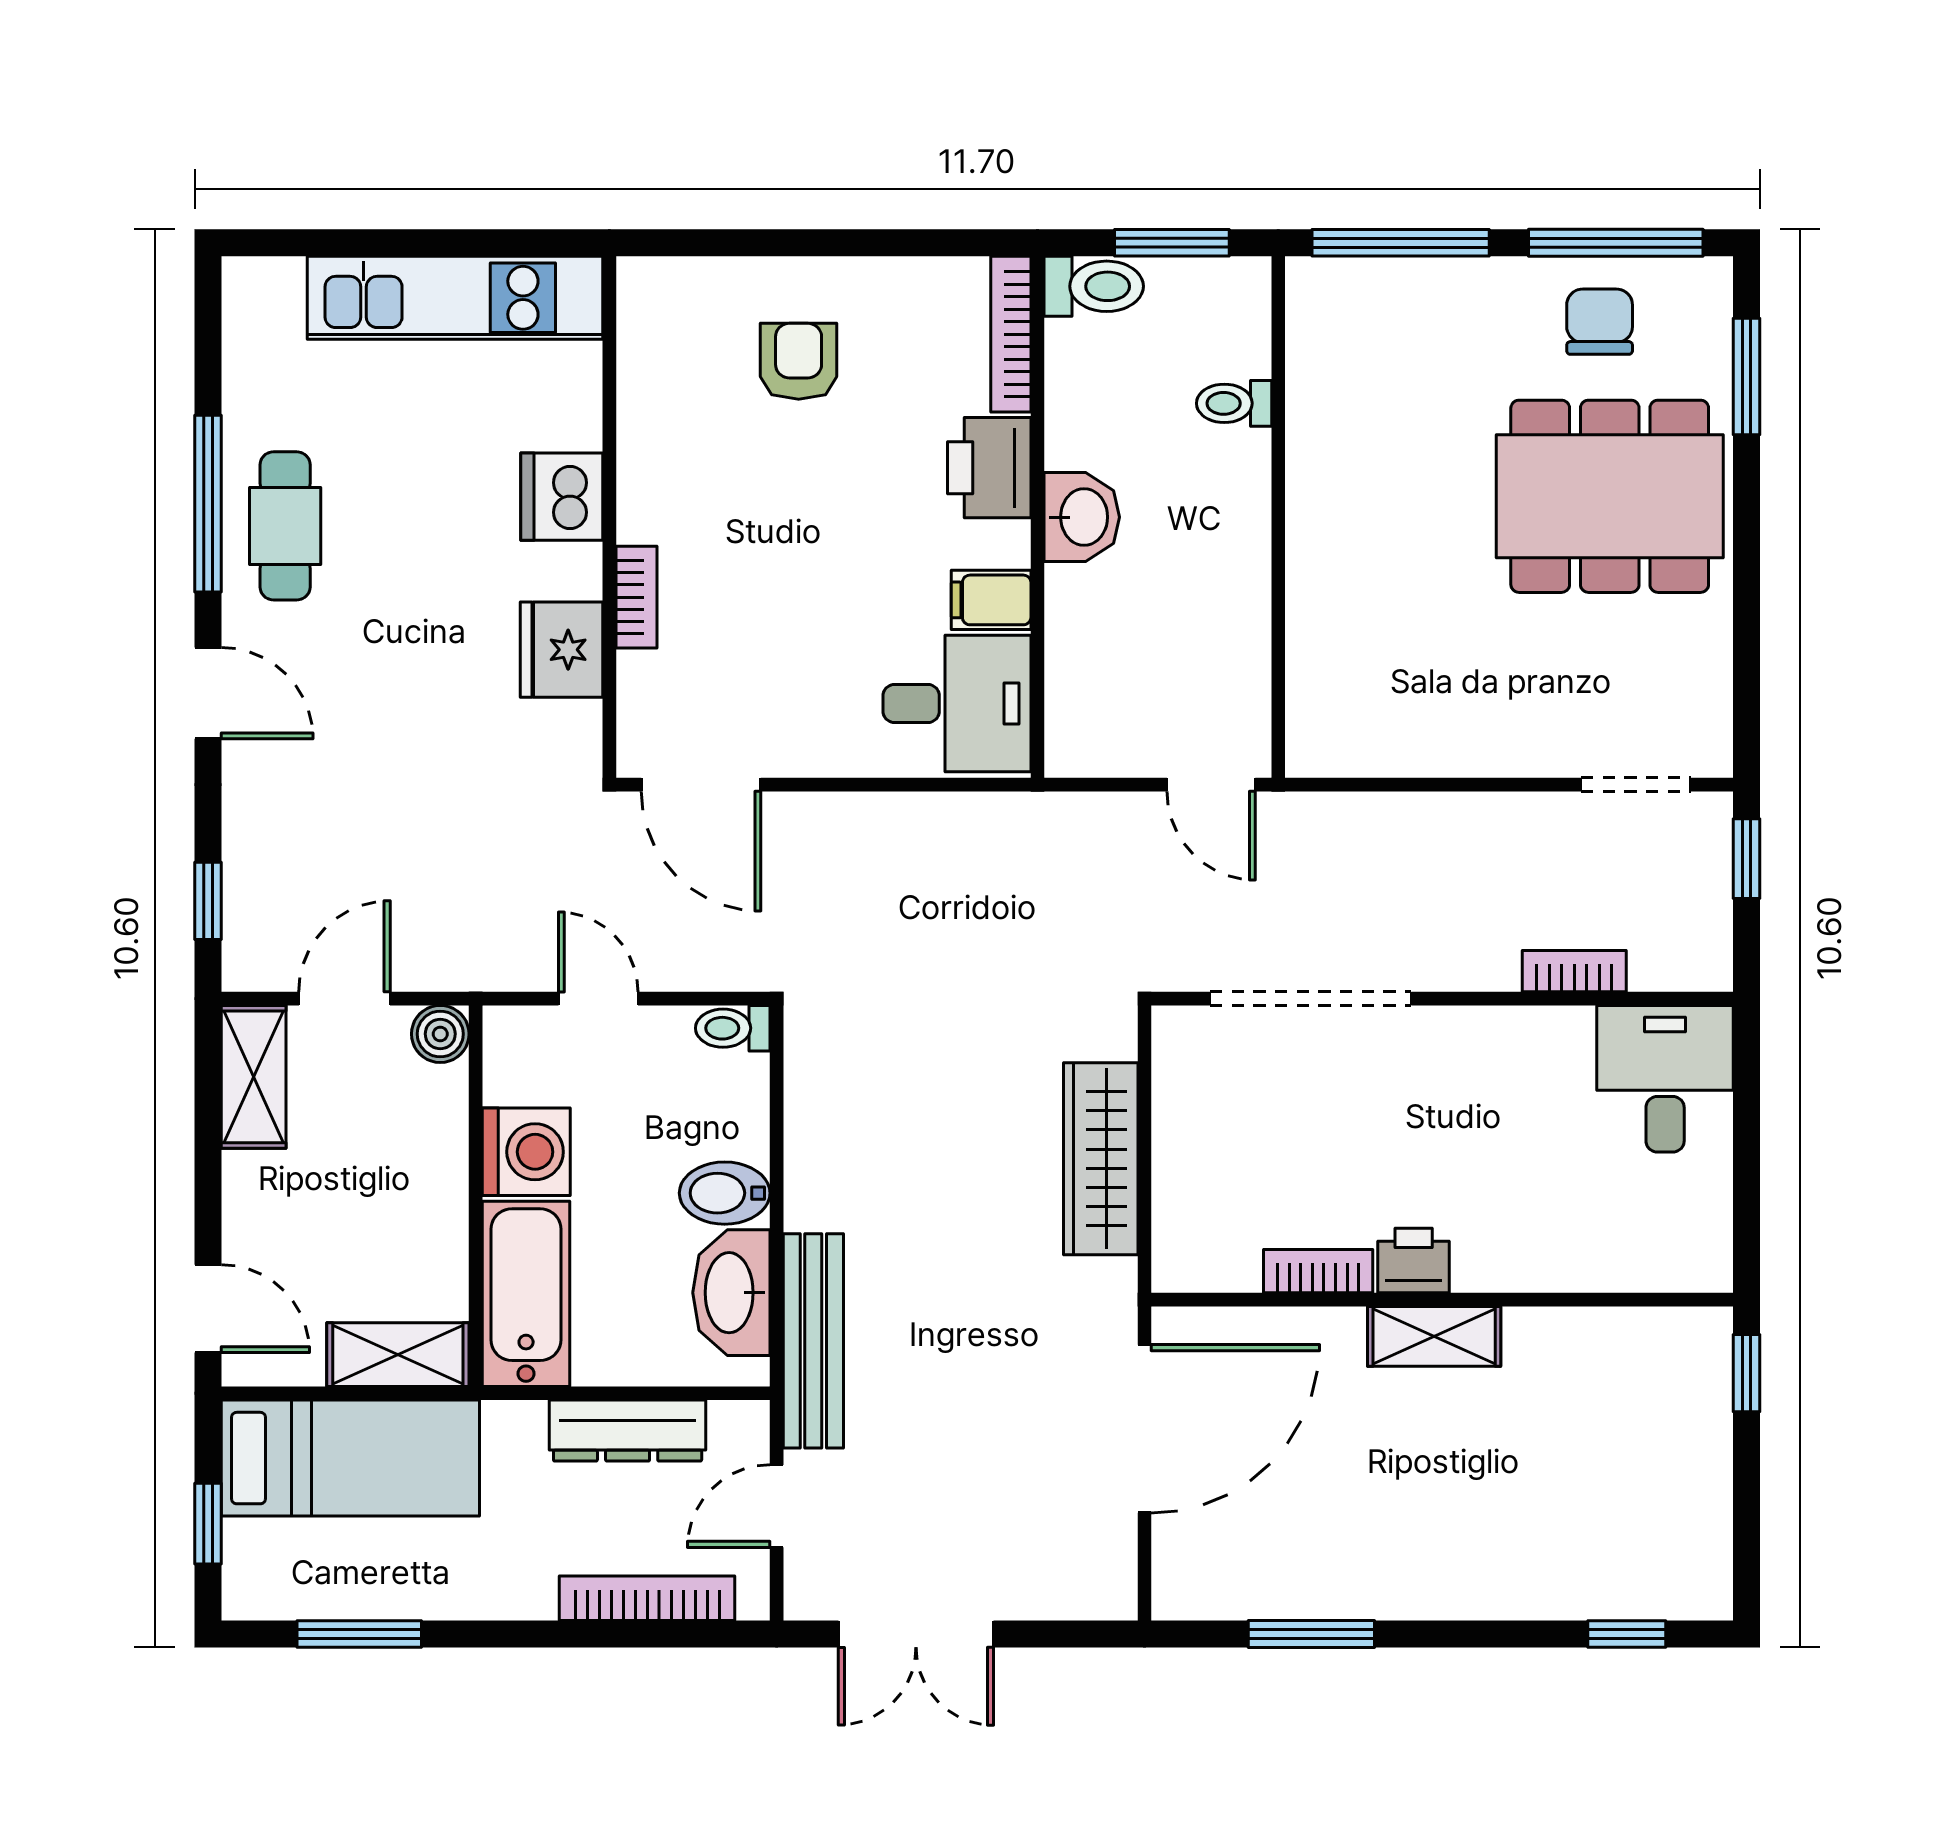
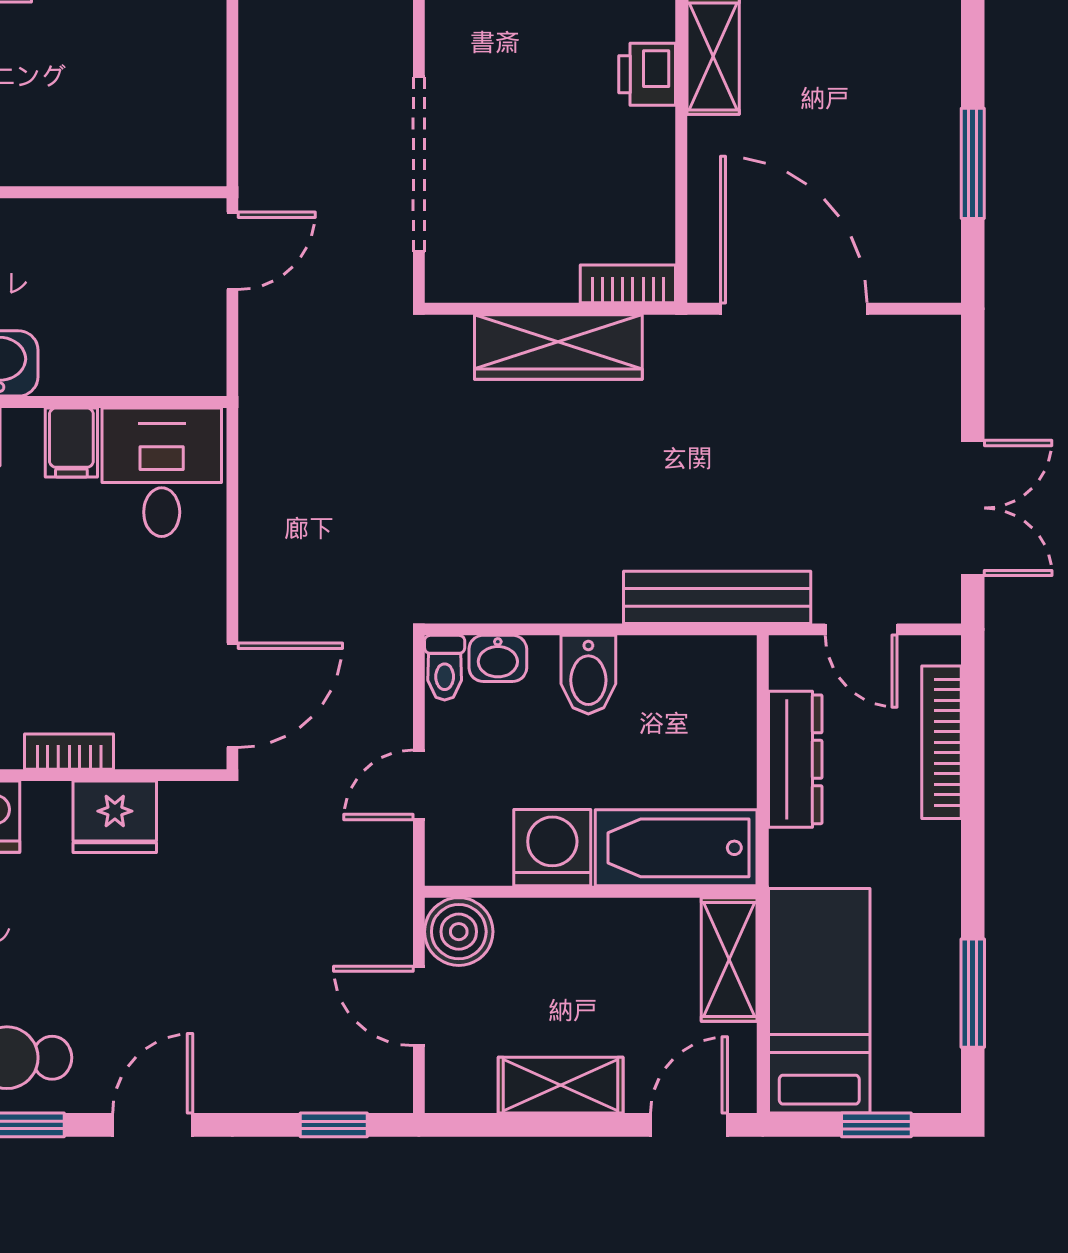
boiler: (440, 1034) -> (459, 932), width x1.36, depth x1.36
shelving: (254, 1077) -> (561, 1085), moved
bookcase: (1318, 1271) -> (628, 284), moved, turned 90
washbasin: (731, 1293) -> (498, 658), moved, width x0.52, depth x0.69

